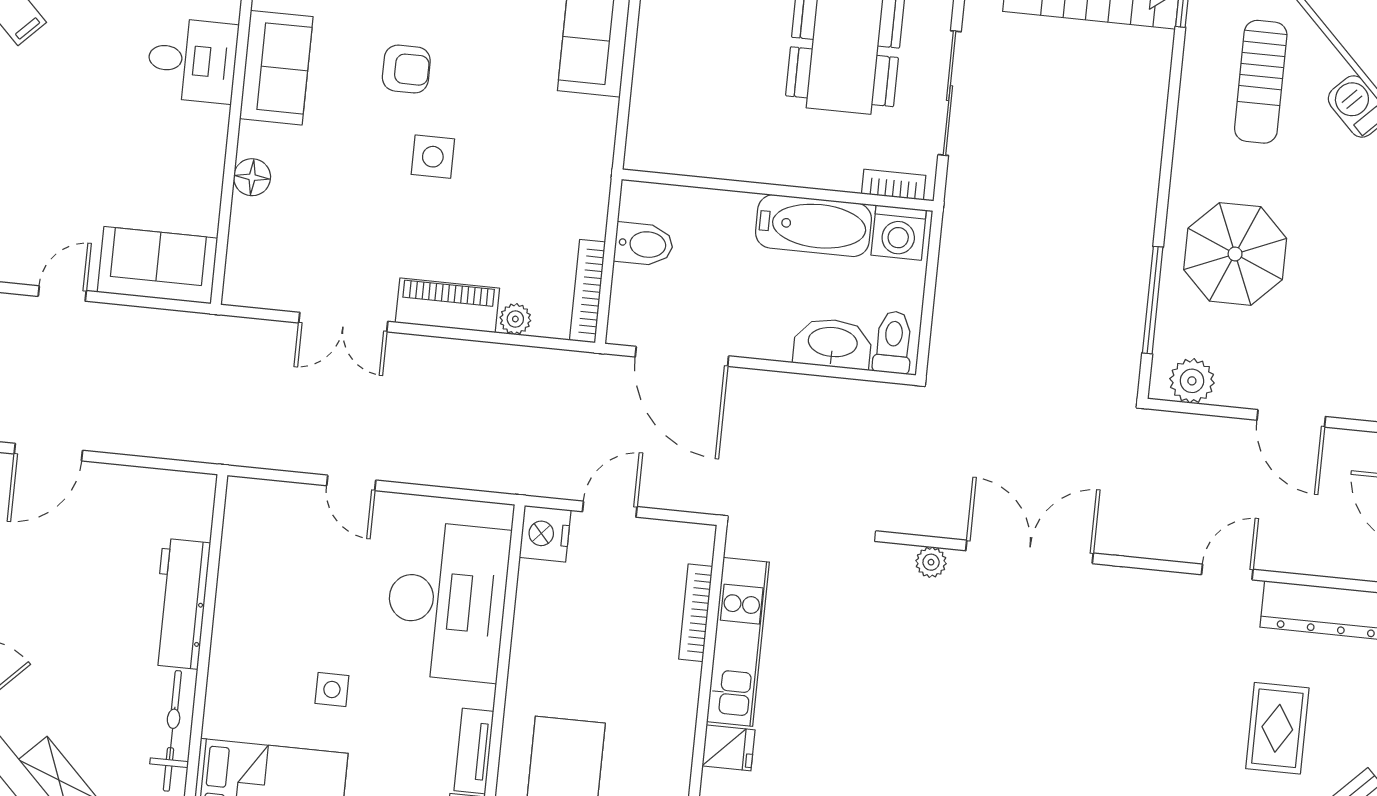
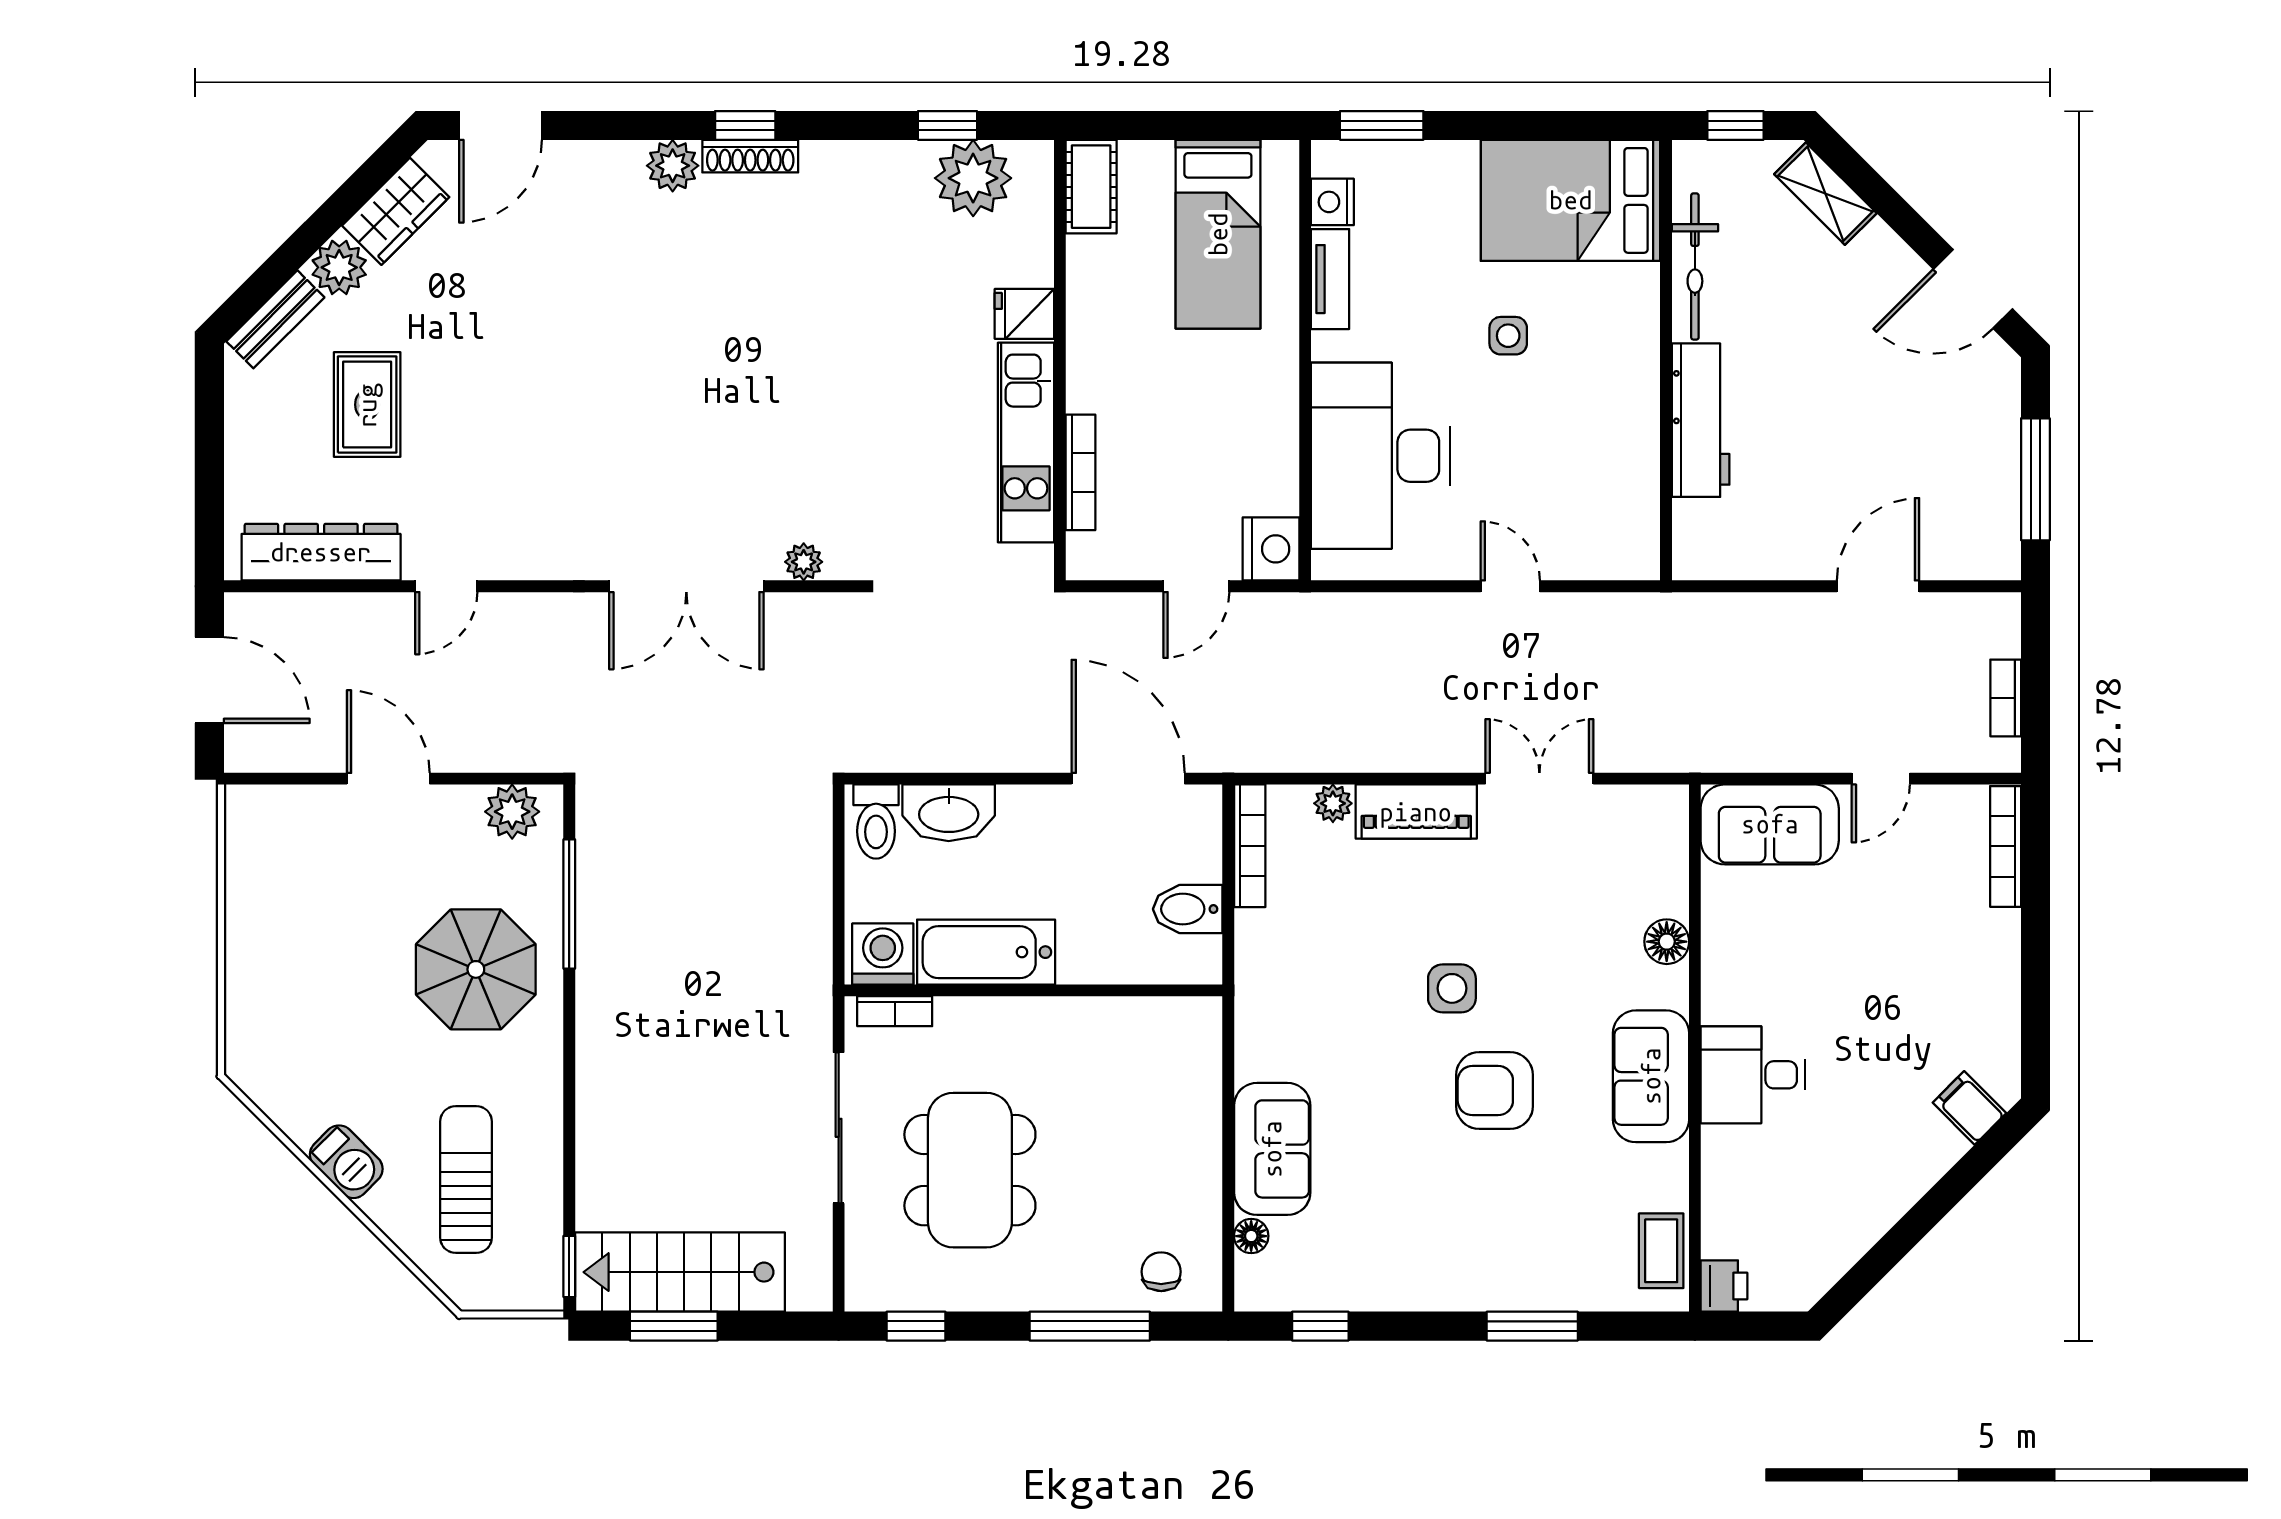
armchair: (406, 69) -> (1495, 1091), width x1.38, depth x1.38

